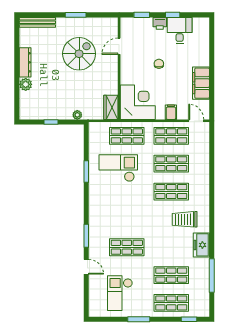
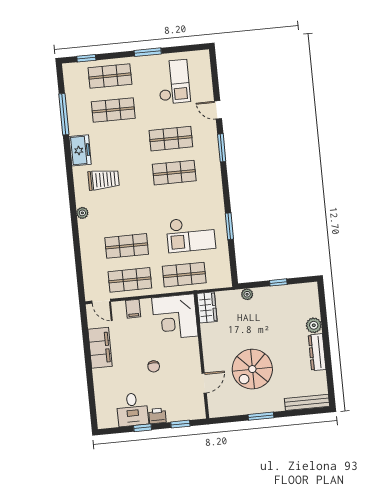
shop shelf: (171, 192) -> (174, 173), moved
plant: (205, 194) -> (82, 213), added

